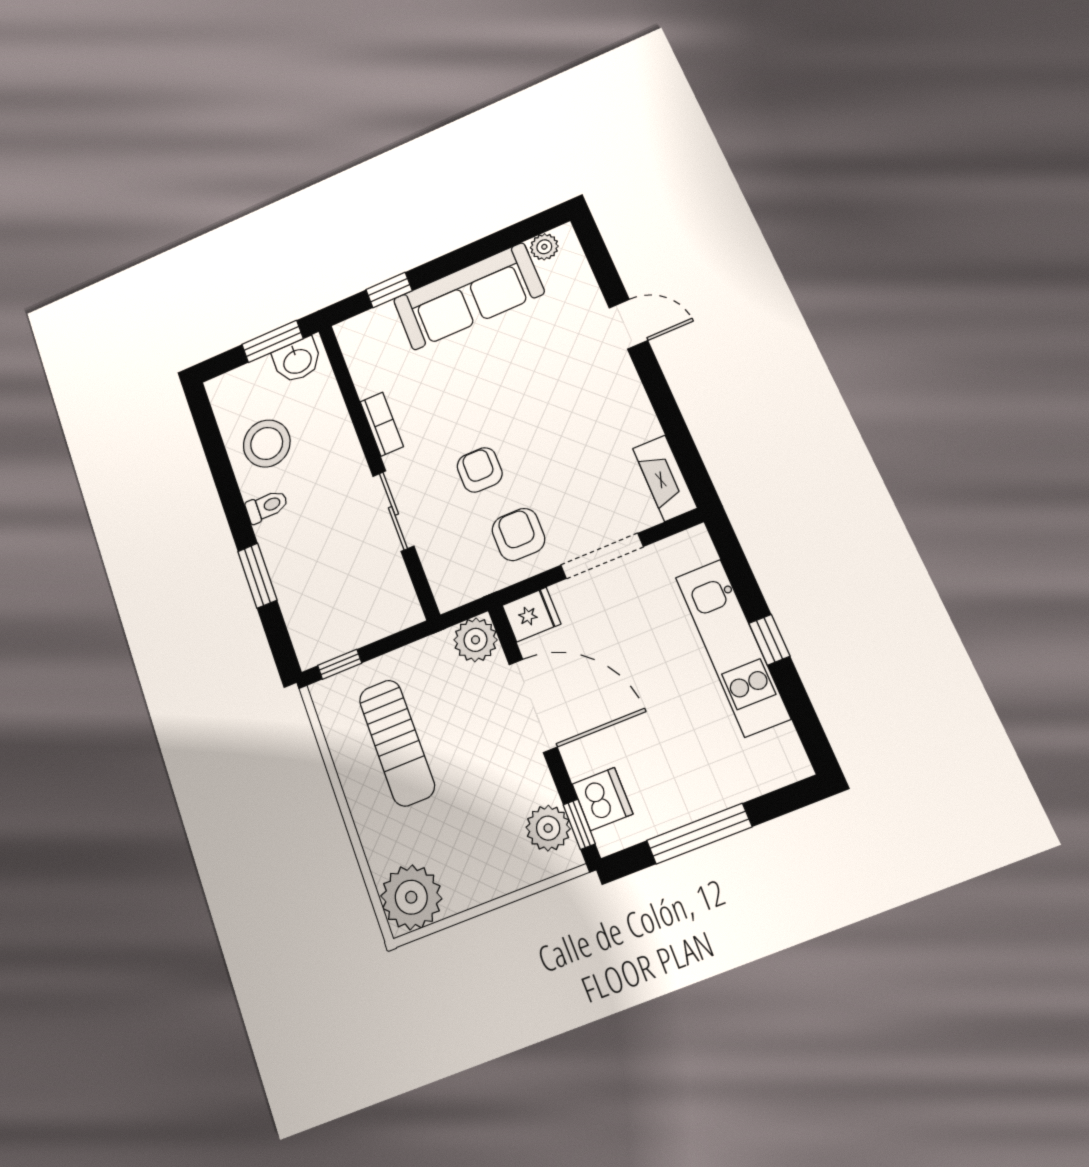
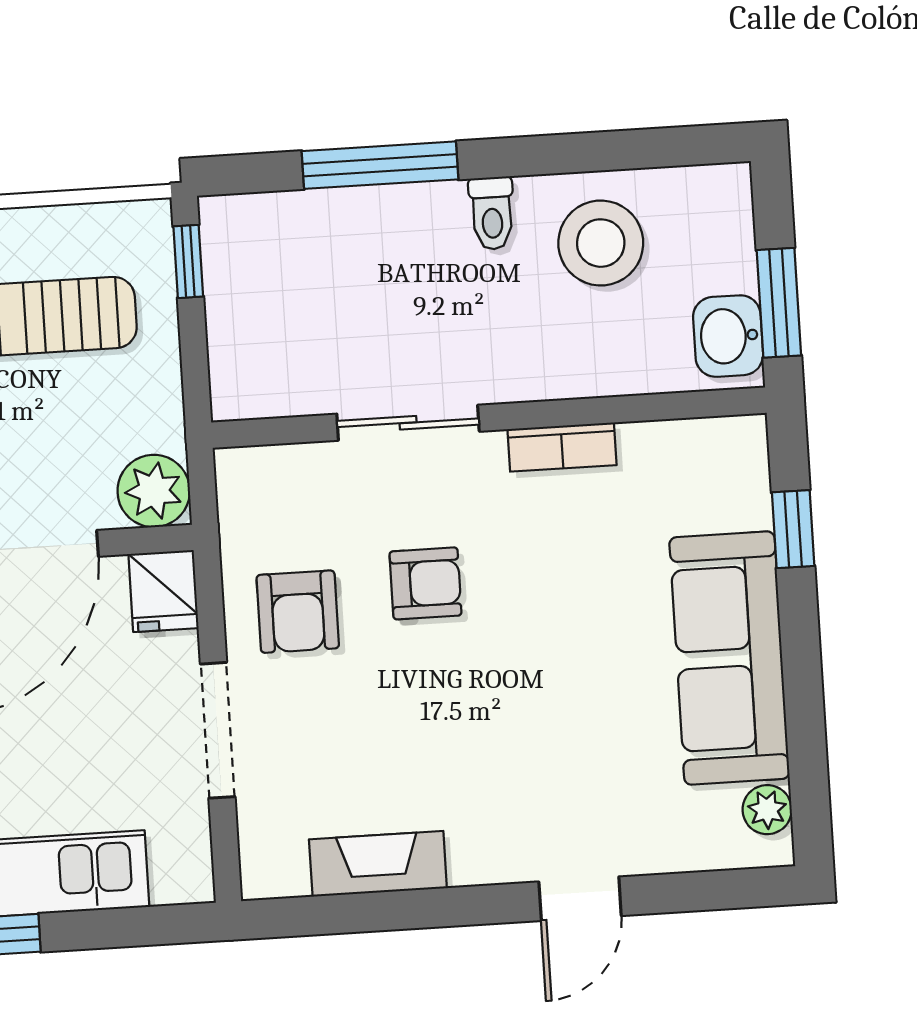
fireplace: (665, 478) -> (378, 864), moved
armchair: (518, 534) -> (298, 612), turned 90
window: (257, 576) -> (380, 165), width x1.44

